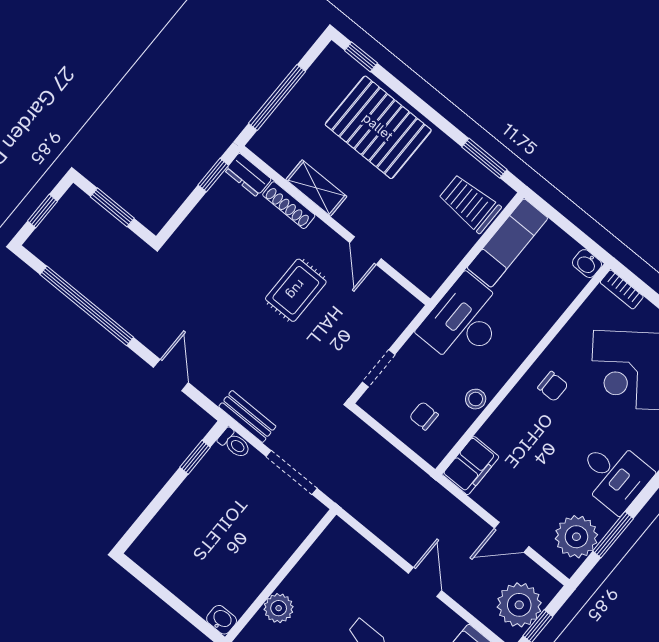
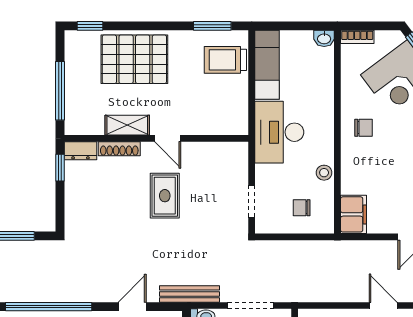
door: (365, 251) -> (168, 138), moved
door: (171, 375) -> (132, 307), hinge flipped
bench: (247, 416) -> (189, 294), width x1.36

